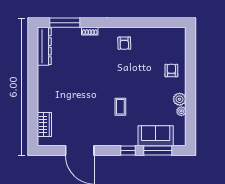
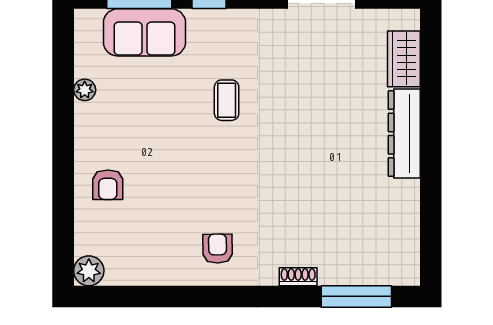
dresser: (44, 46) -> (404, 134), moved
plant: (180, 99) -> (89, 271), moved

